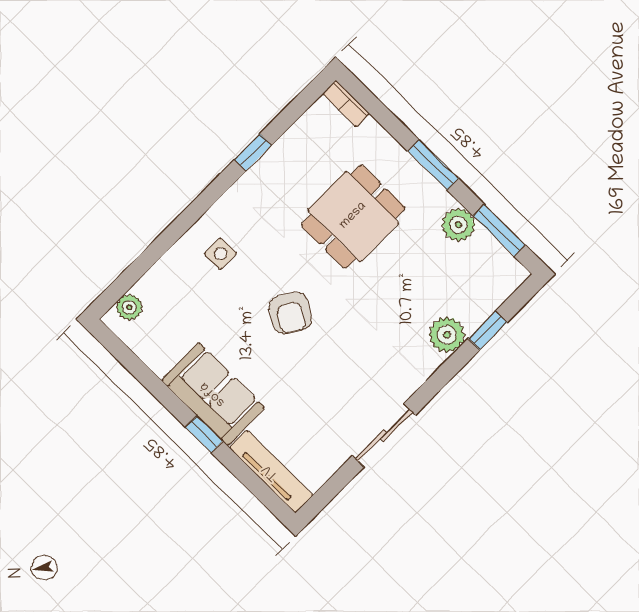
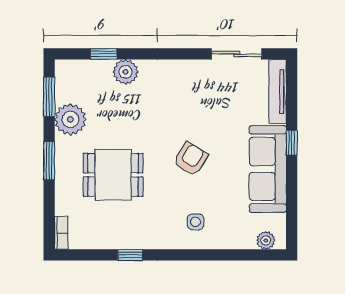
plant: (458, 225) -> (70, 119), width x1.36, depth x1.36
sofa: (213, 394) -> (268, 169), width x1.36
sliding door: (384, 435) -> (237, 54), moved

